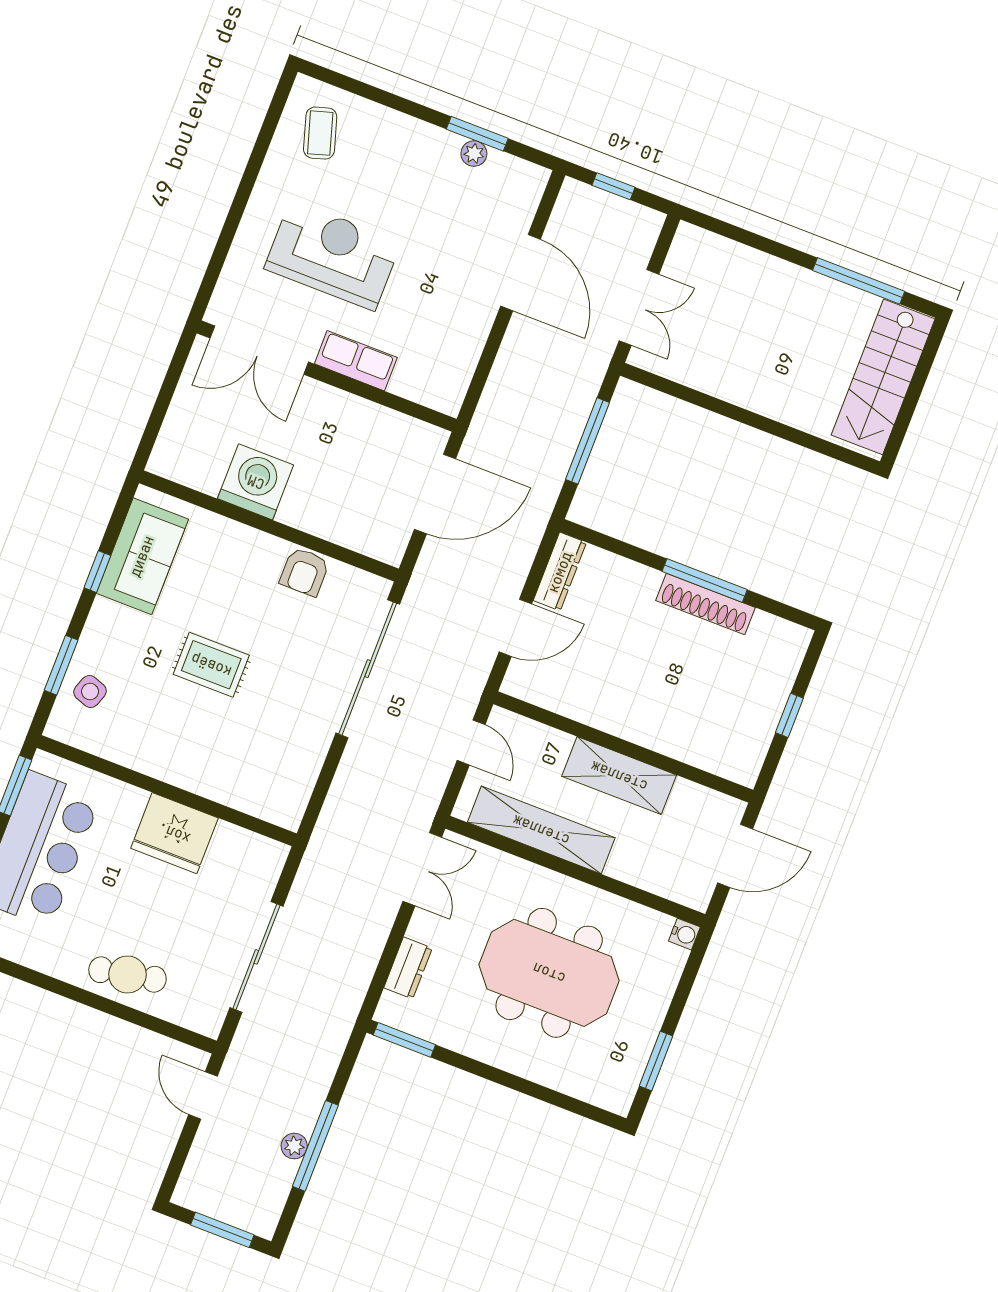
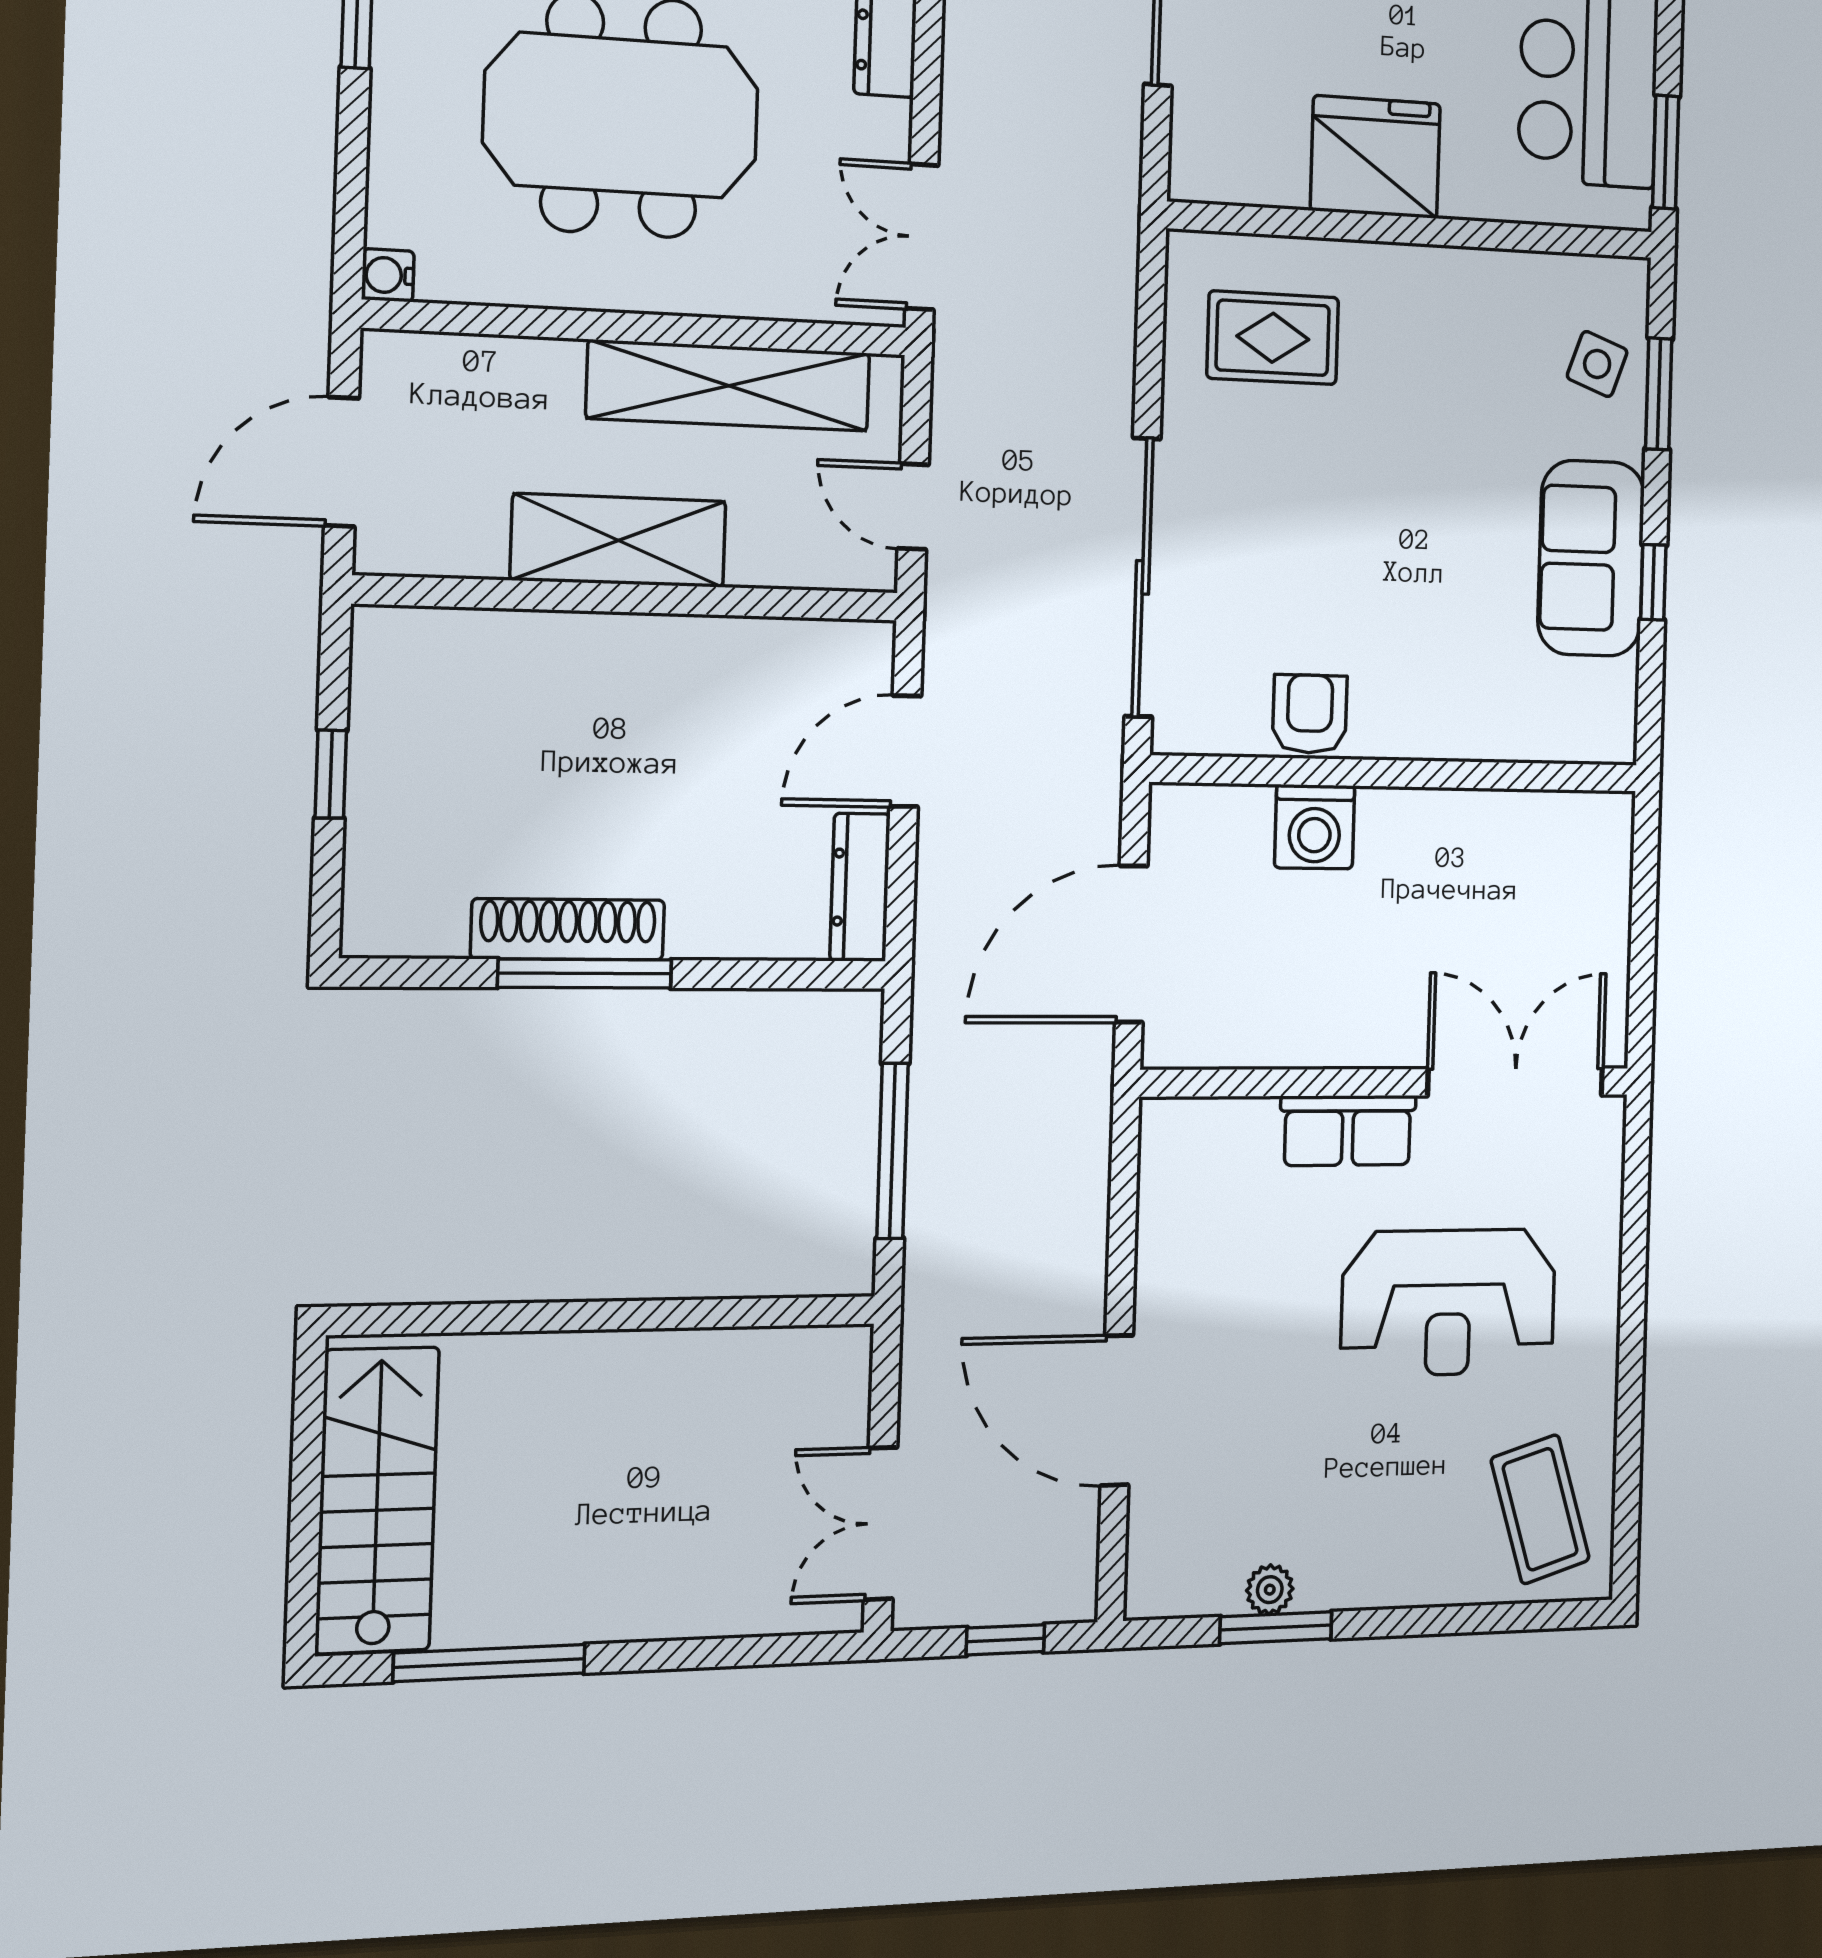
coffee table: (320, 133) -> (1540, 1509), width x1.36, depth x1.30
double door: (639, 307) -> (881, 1524), moved
washing machine: (256, 482) -> (1315, 827), moved, width x0.73, depth x0.73
sofa: (142, 556) -> (1591, 558), moved
rug: (211, 665) -> (1273, 338), moved

